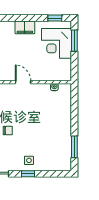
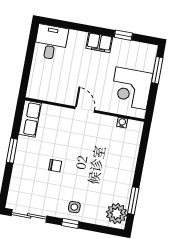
window: (55, 18) -> (123, 35), moved
corner desk: (57, 43) -> (131, 88), moved
plant: (63, 159) -> (117, 213), added

